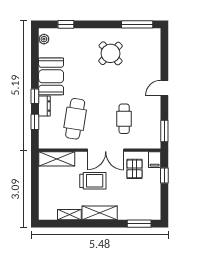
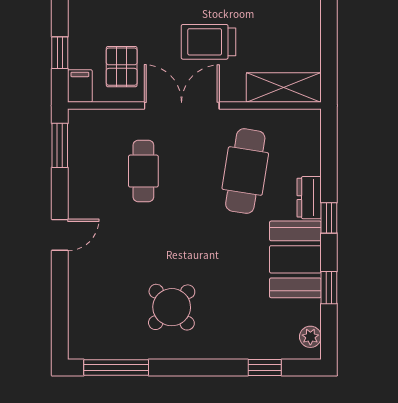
window: (35, 122) -> (329, 288), moved

